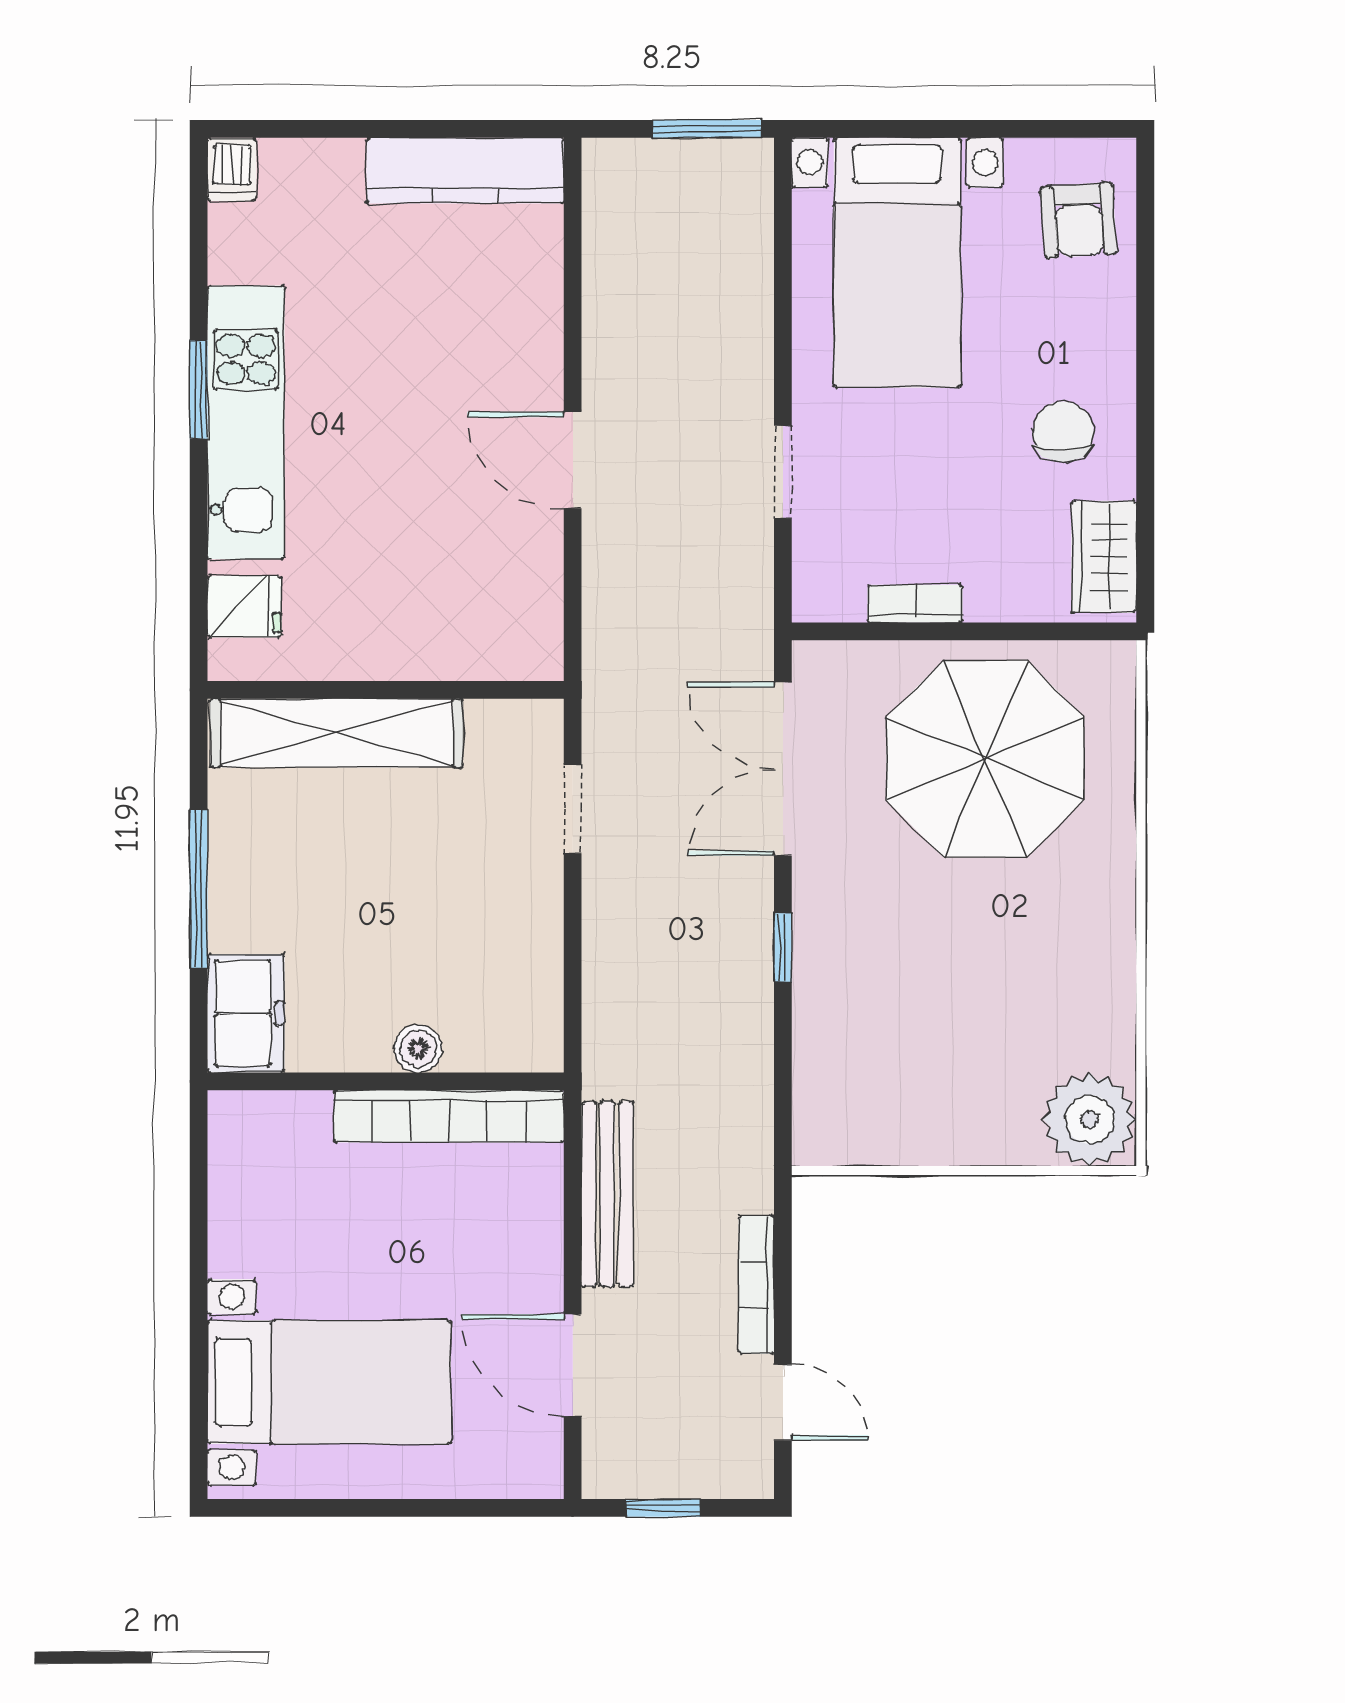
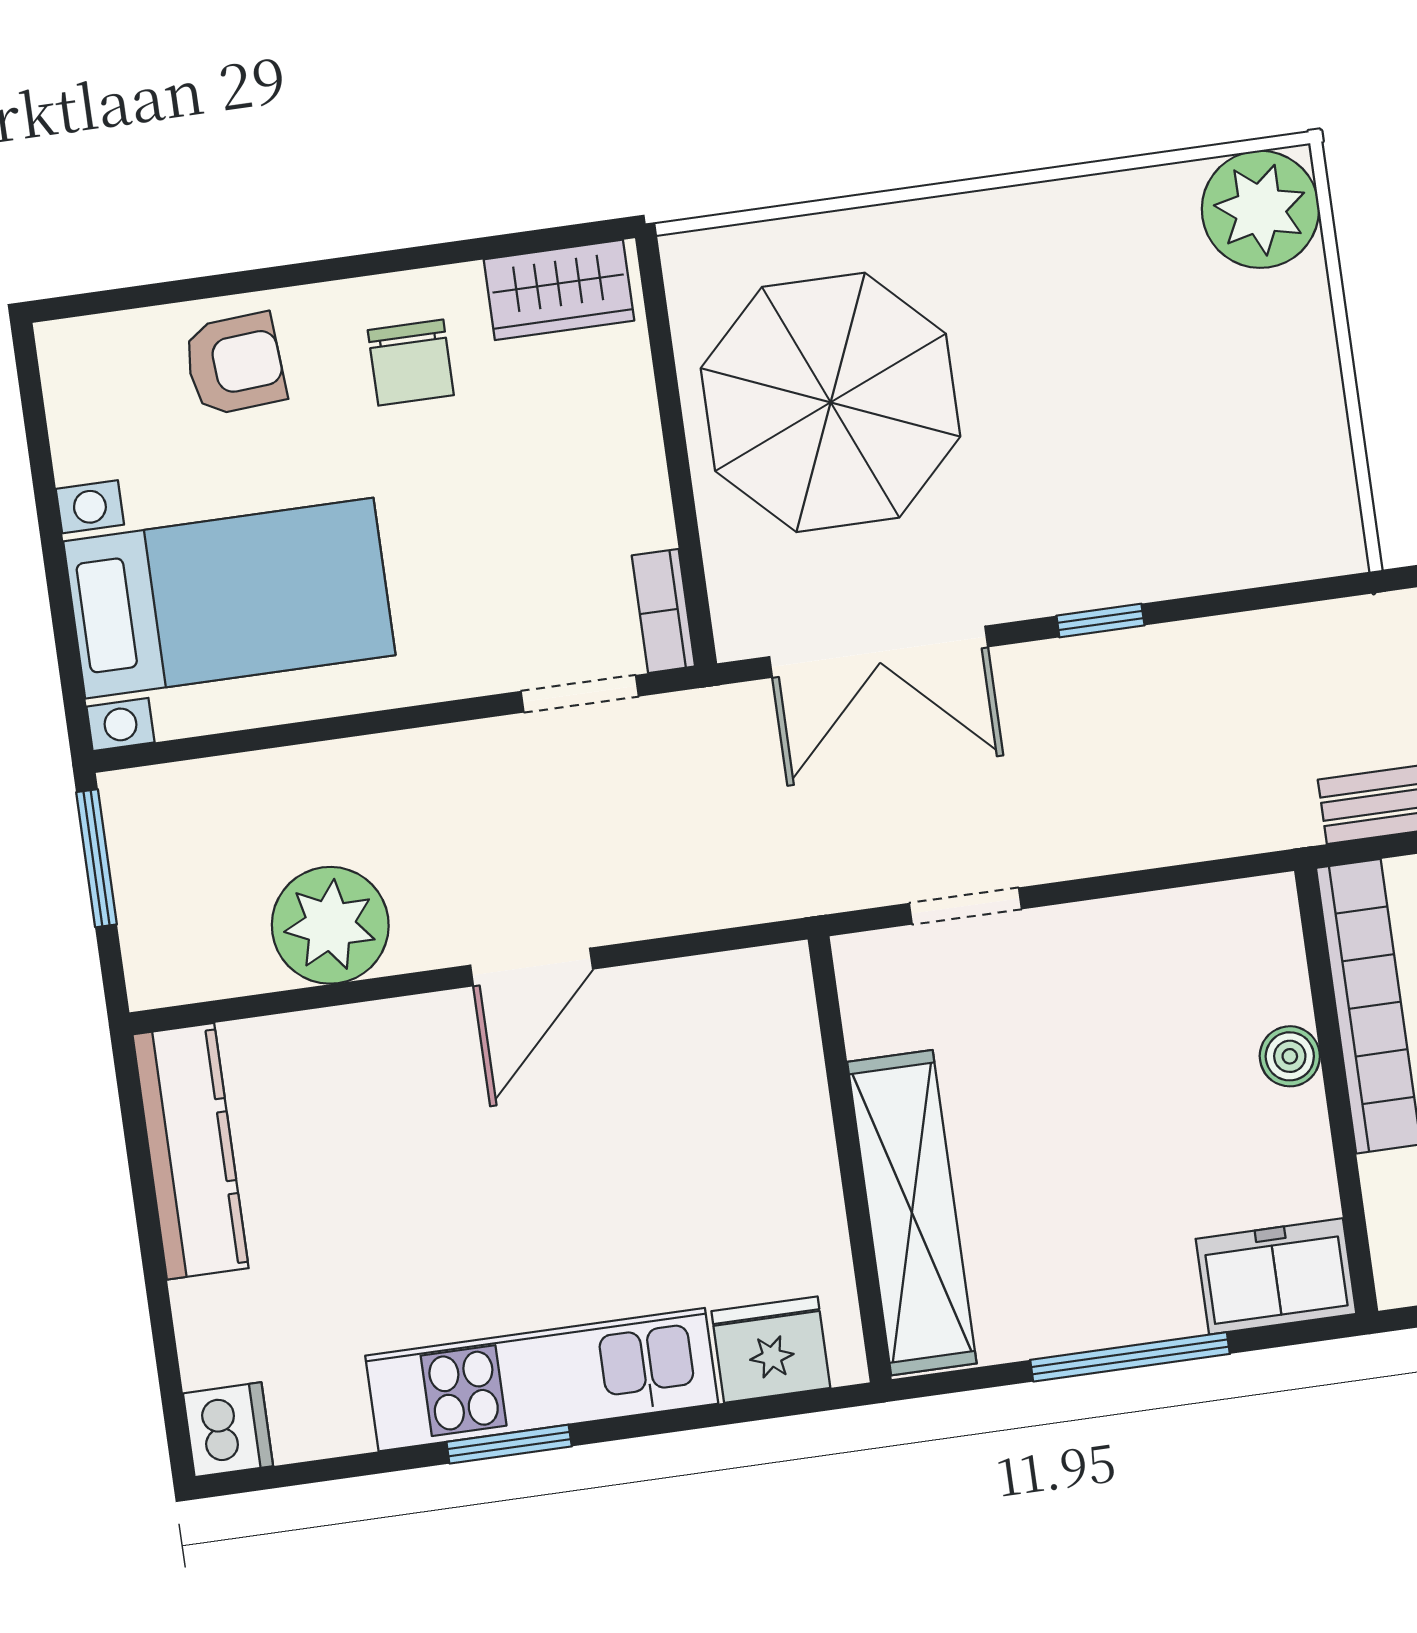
dishwasher: (232, 169) -> (228, 1430), width x1.38
armchair: (1079, 220) -> (235, 364), moved
plant: (628, 306) -> (330, 925), added
chair: (1063, 432) -> (411, 363), turned -90
doorway: (783, 472) -> (580, 694), moved
bookcase: (915, 604) -> (663, 611), moved
fridge: (244, 607) -> (771, 1350), width x1.38

